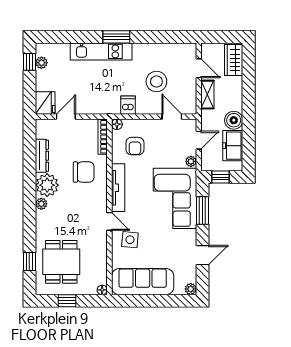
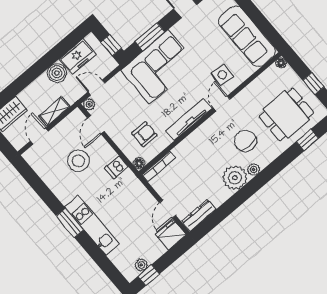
door: (66, 117) -> (168, 209), hinge flipped
dresser: (42, 156) -> (199, 215), moved
plant: (191, 161) -> (89, 104), moved
chair: (84, 172) -> (245, 141), moved

